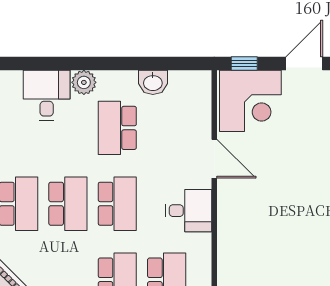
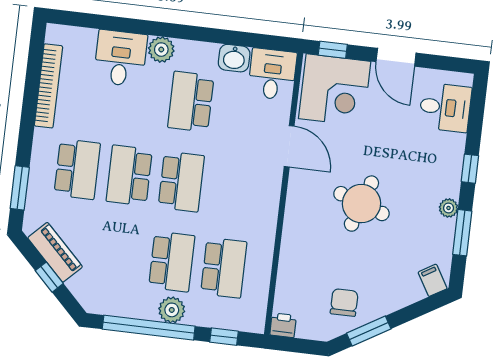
door: (304, 63) -> (396, 57), swing flipped
school desk: (68, 204) -> (129, 175), turned 180
round table: (288, 204) -> (361, 204), added
desk: (189, 211) -> (272, 74), moved, turned -90

